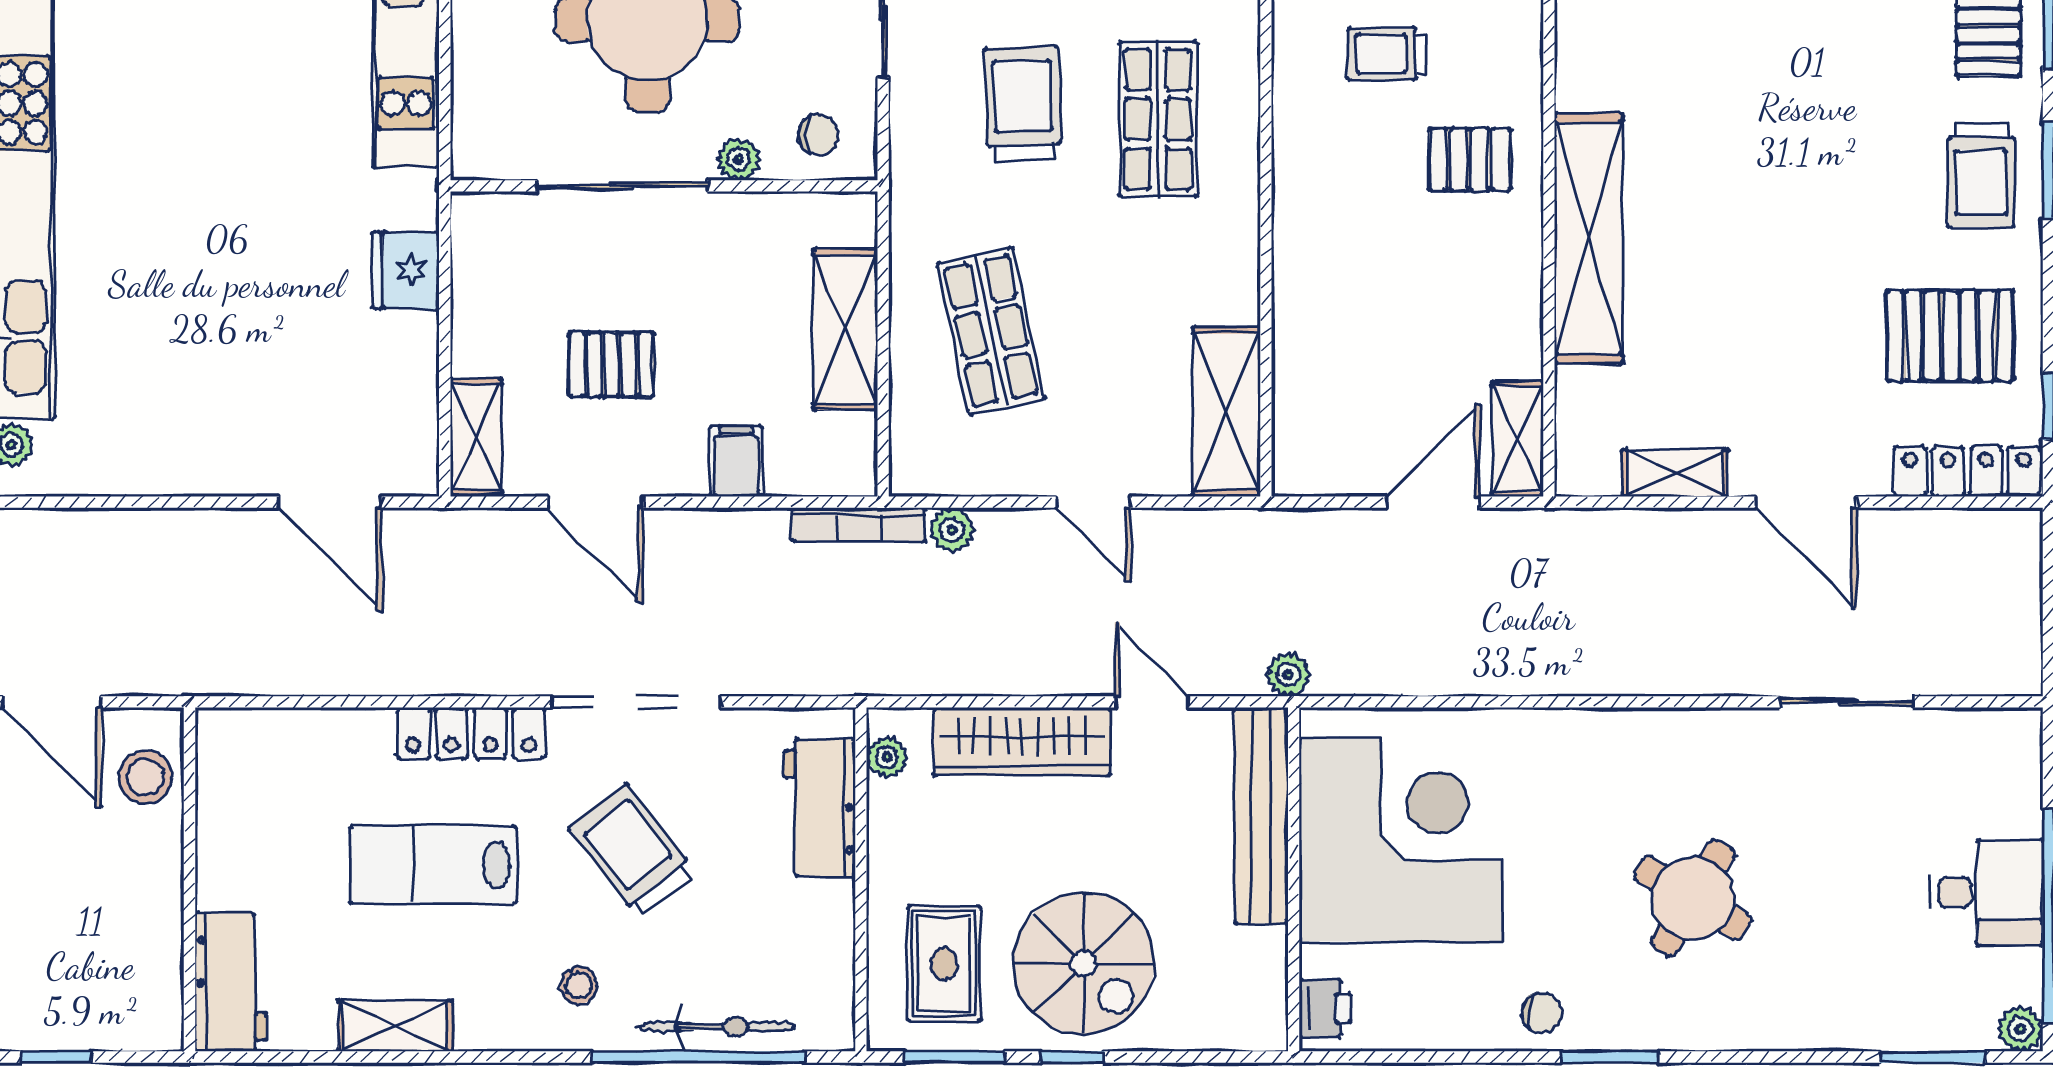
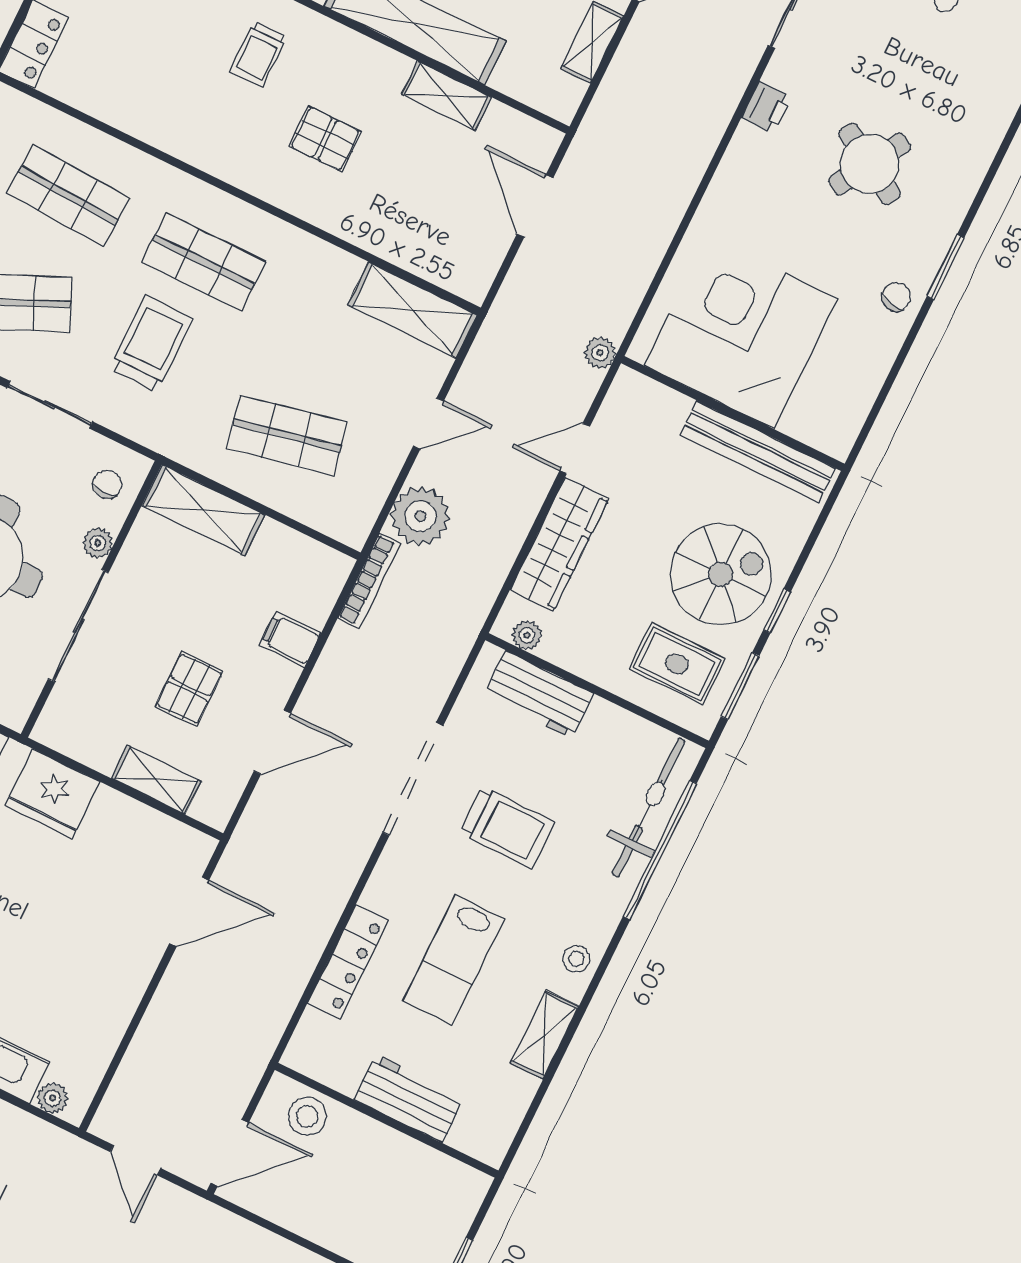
trolley: (1387, 54) -> (258, 54), moved
trolley: (1023, 104) -> (152, 344), turned 92
pallet: (1469, 159) -> (325, 139), moved, turned 90
fridge: (406, 270) -> (52, 794), width x1.36, depth x1.34
shelving: (845, 329) -> (203, 510), moved
shelving: (476, 437) -> (156, 780), moved
shelving: (1517, 439) -> (447, 96), moved
plant: (952, 530) -> (420, 516), width x1.88, depth x1.88
locker: (471, 733) -> (348, 962), moved
bench: (1261, 816) -> (758, 452), moved
trolley: (633, 851) -> (507, 828), turned -142
workbench: (231, 982) -> (409, 1098), moved
stool: (579, 985) -> (576, 959), moved
printer: (1325, 1008) -> (767, 107), moved, turned 90
bicycle: (717, 1027) -> (649, 808), width x1.37, depth x1.40

